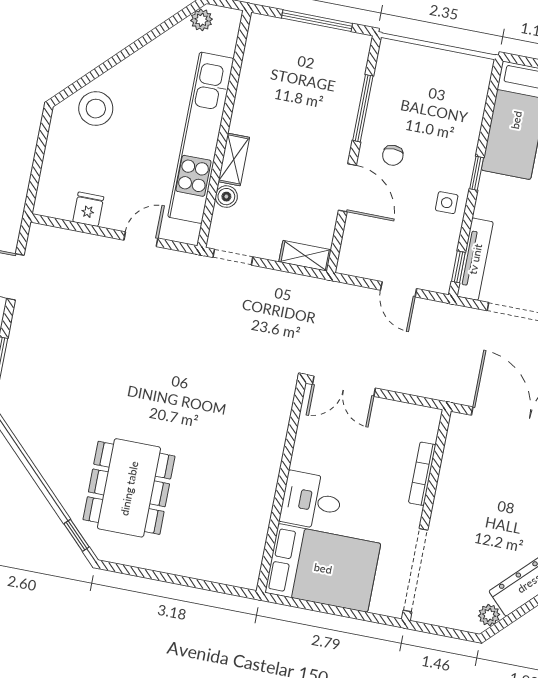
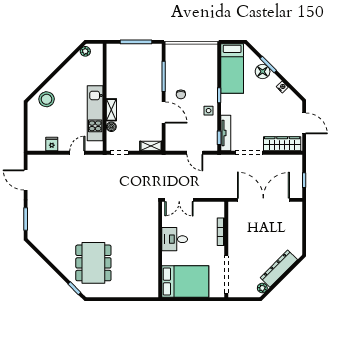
kitchen unit: (201, 138) -> (95, 113), width x0.73
desk: (311, 501) -> (175, 239), moved

